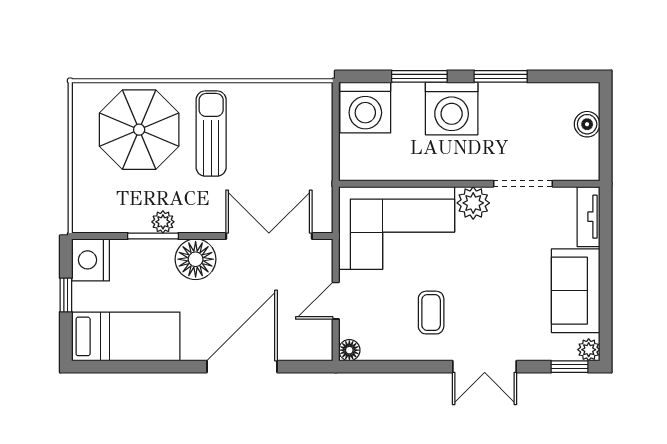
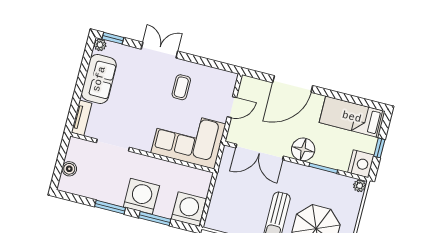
plant: (473, 203) -> (143, 141), removed
plant: (163, 222) -> (360, 186), moved
floor lamp: (349, 350) -> (231, 78), removed

